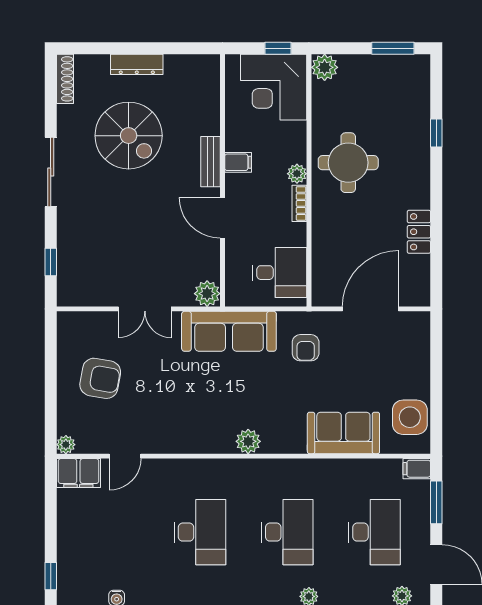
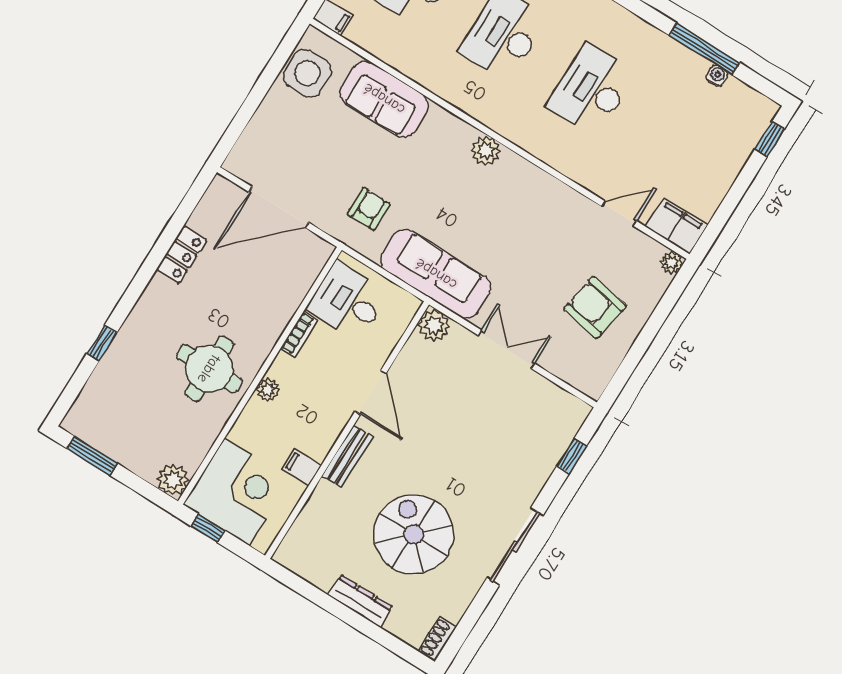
shoe rack: (65, 79) -> (437, 639), width x0.70
filing cabinet: (238, 162) -> (302, 467), moved
bookcase: (299, 203) -> (299, 334), moved

